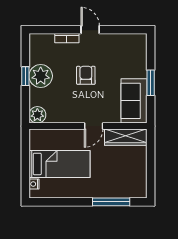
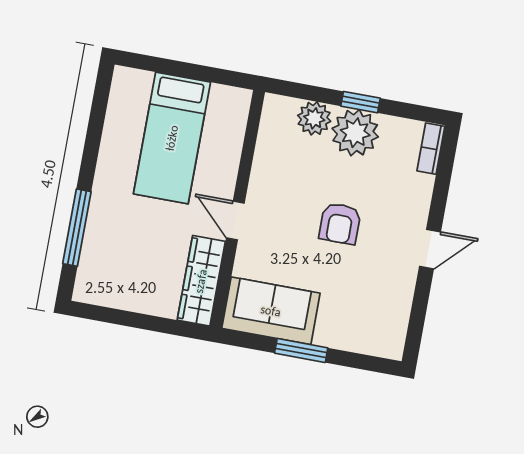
bookcase: (67, 38) -> (431, 149), moved
armchair: (86, 75) -> (340, 224), turned 90
plant: (37, 115) -> (314, 118), moved
nightstand: (34, 184) -> (141, 80), removed

